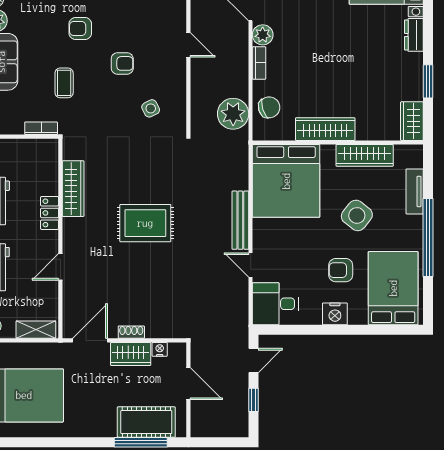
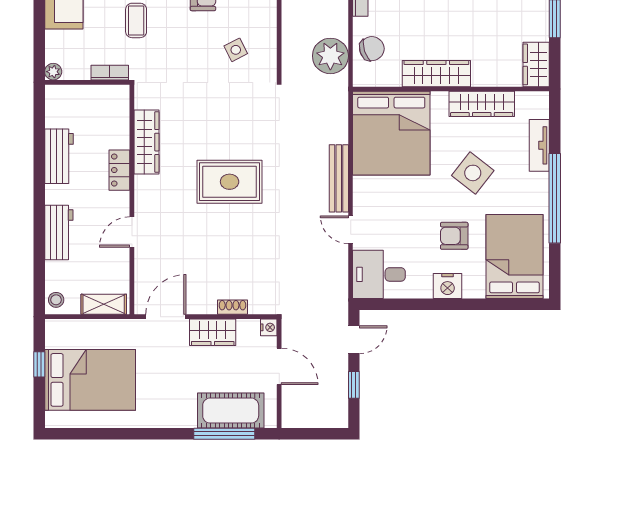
shoe rack: (131, 332) -> (232, 307), moved
nightstand: (160, 349) -> (269, 327), moved, turned 90

